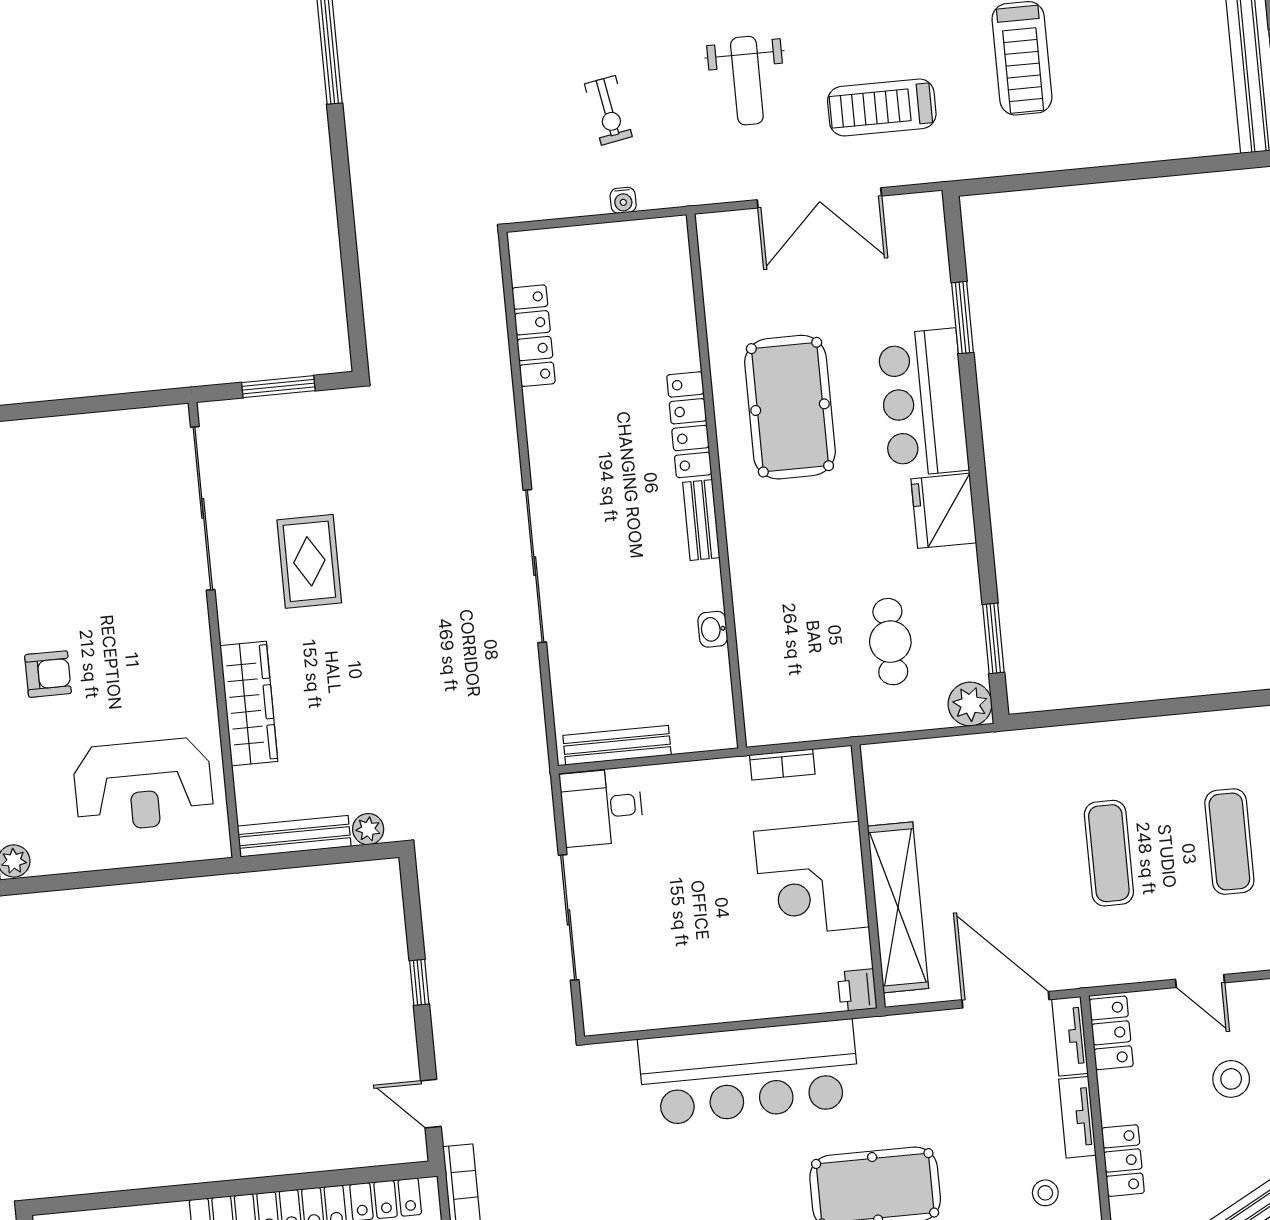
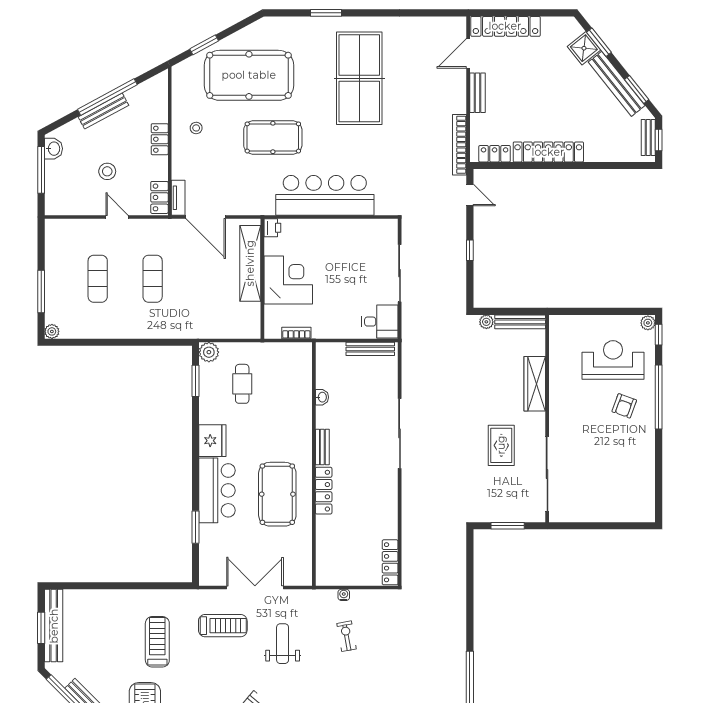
locker: (534, 336) -> (390, 562), moved
armchair: (48, 674) -> (624, 406), turned -70
reception desk: (143, 785) -> (613, 360), moved
tv unit: (1077, 1117) -> (178, 161), removed

